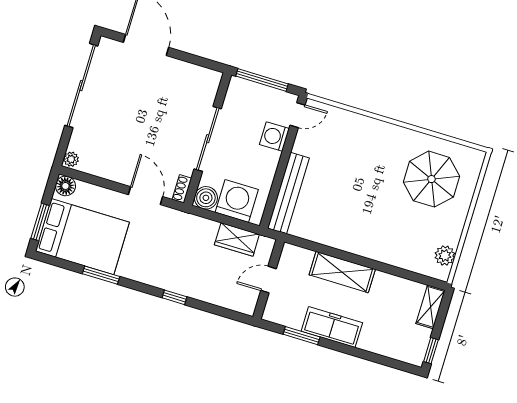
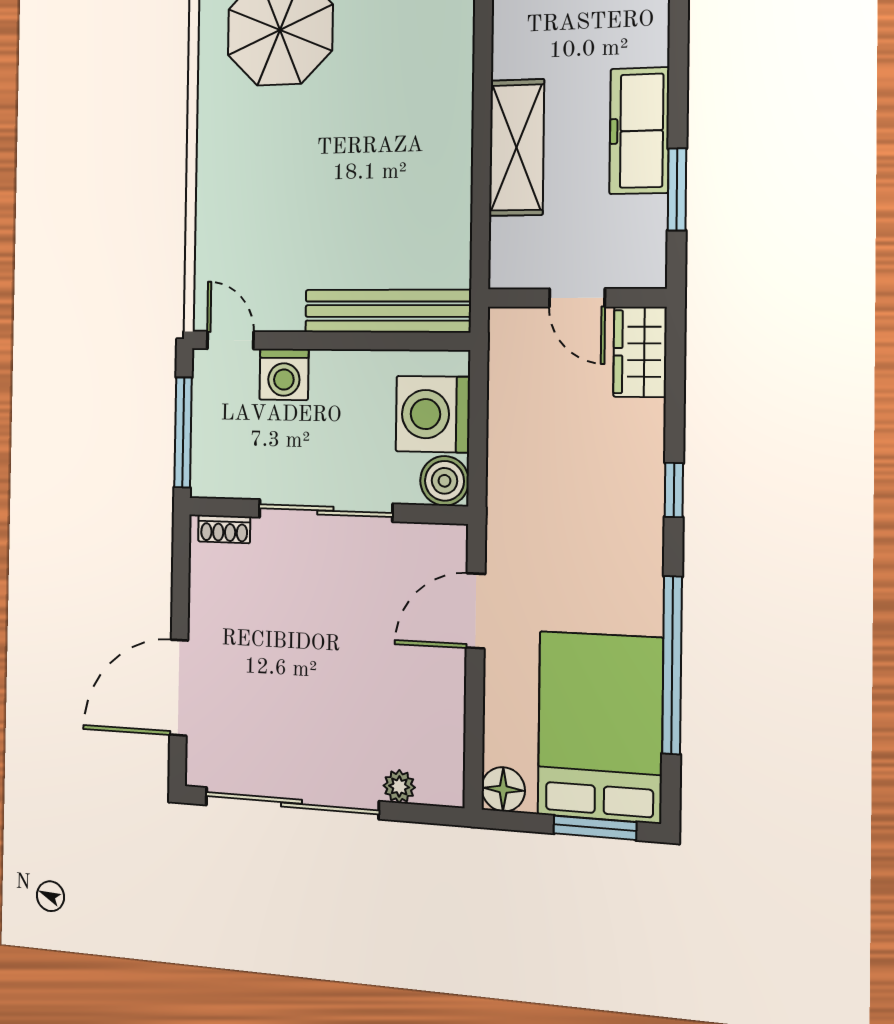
plant: (71, 159) -> (399, 786), moved
shoe rack: (182, 189) -> (224, 529), moved
wardrobe: (237, 240) -> (640, 352), moved, turned 180
window: (101, 275) -> (672, 665), width x2.11

